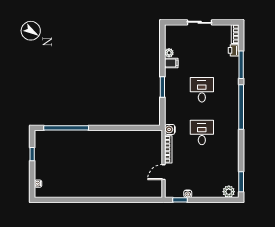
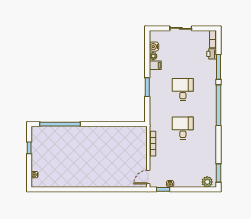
water cooler: (170, 129) -> (154, 47), moved
door: (164, 172) -> (148, 177), moved

